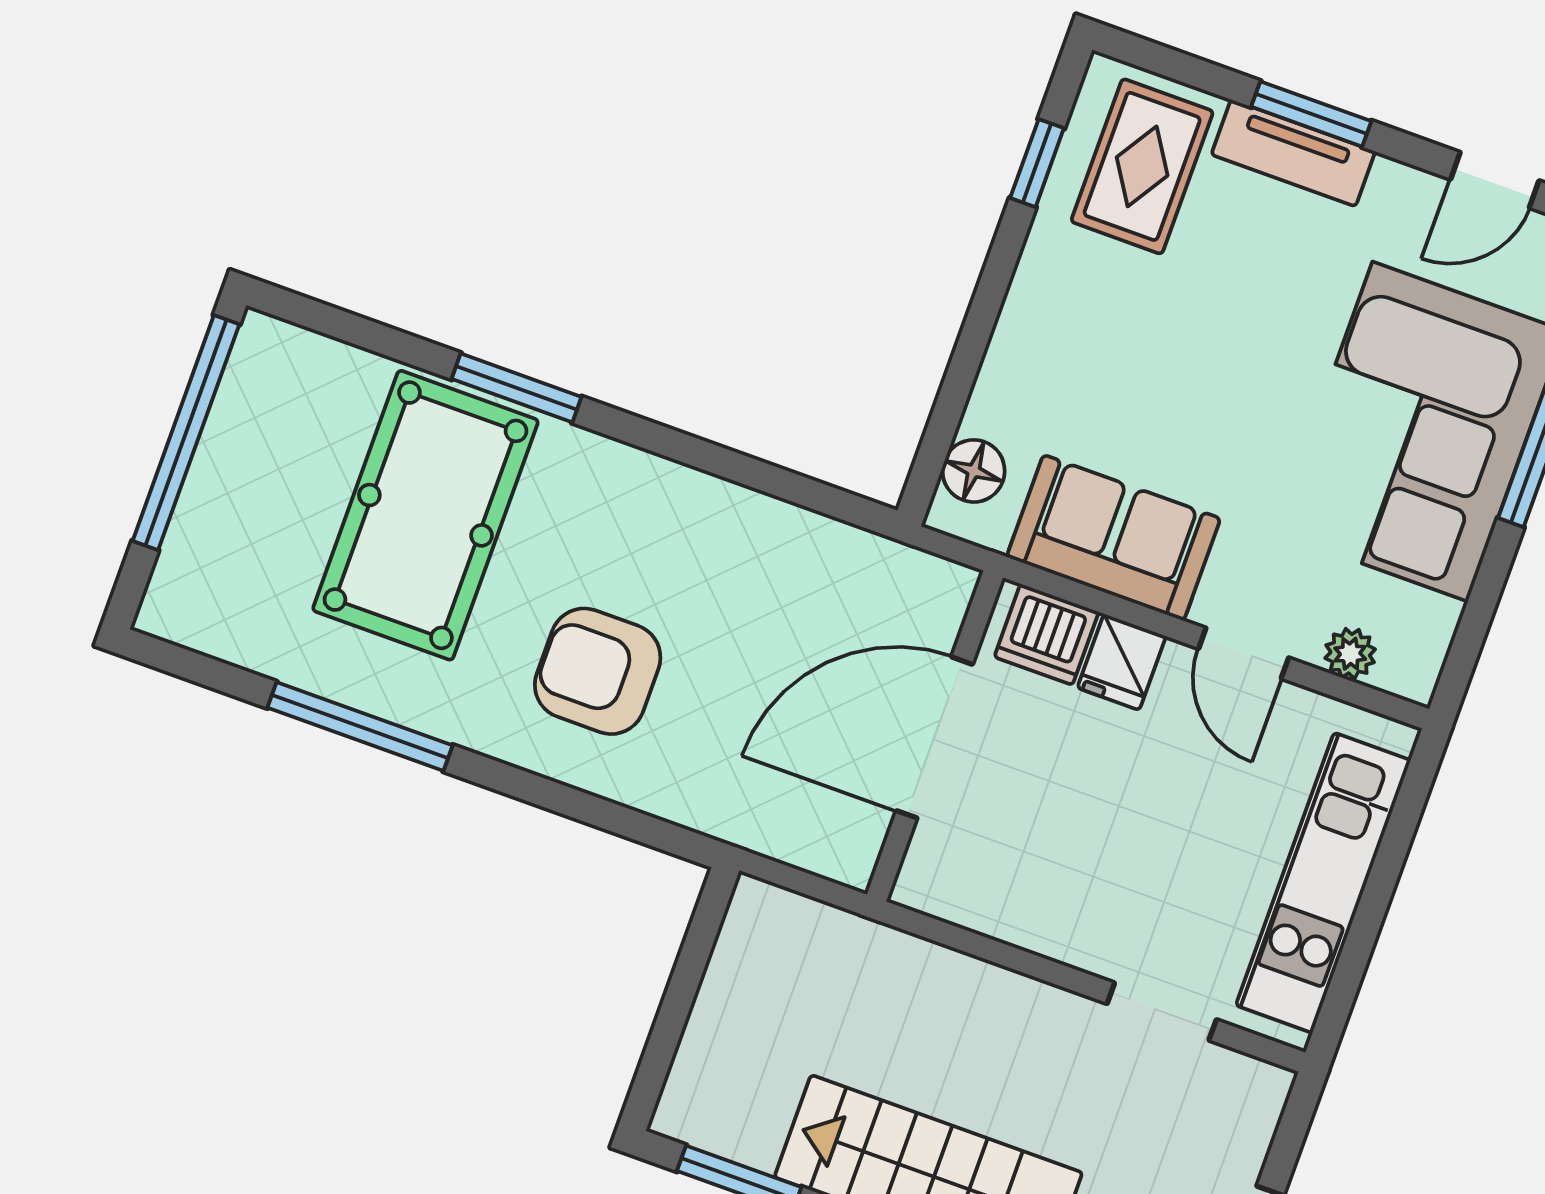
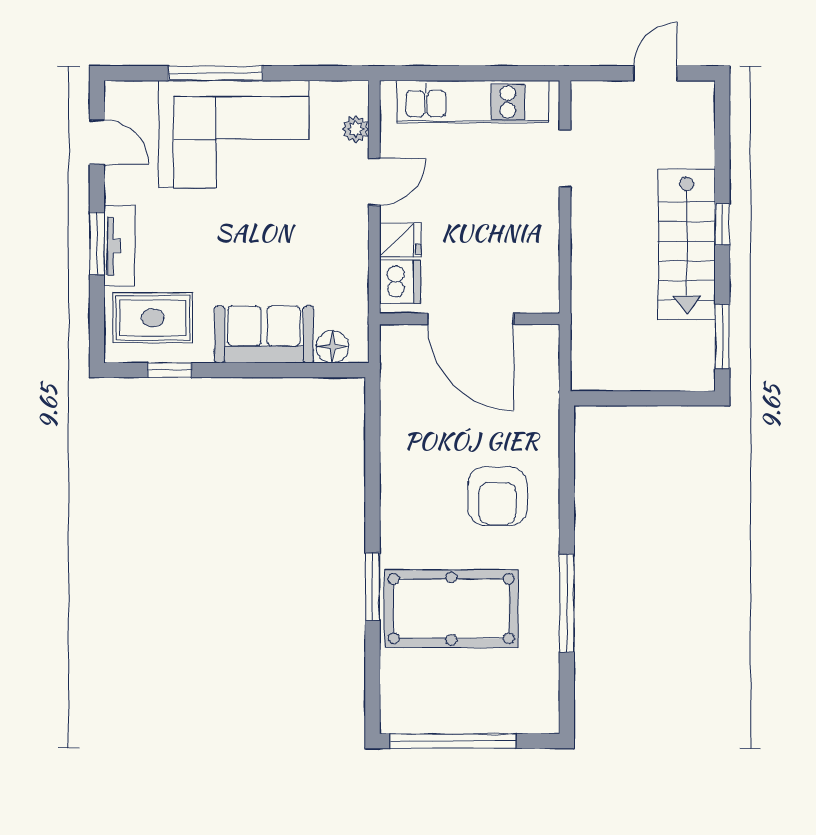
sofa: (1114, 538) -> (264, 334), moved, turned 90

